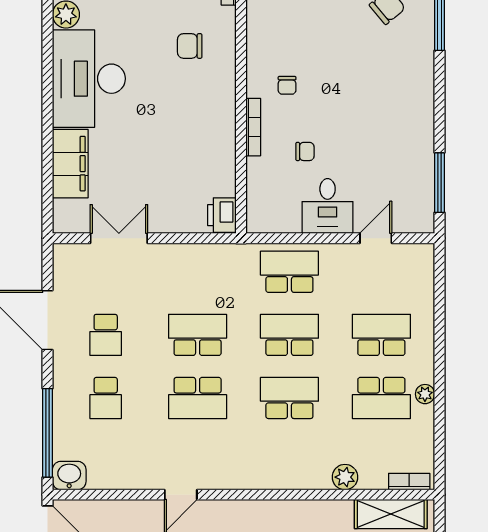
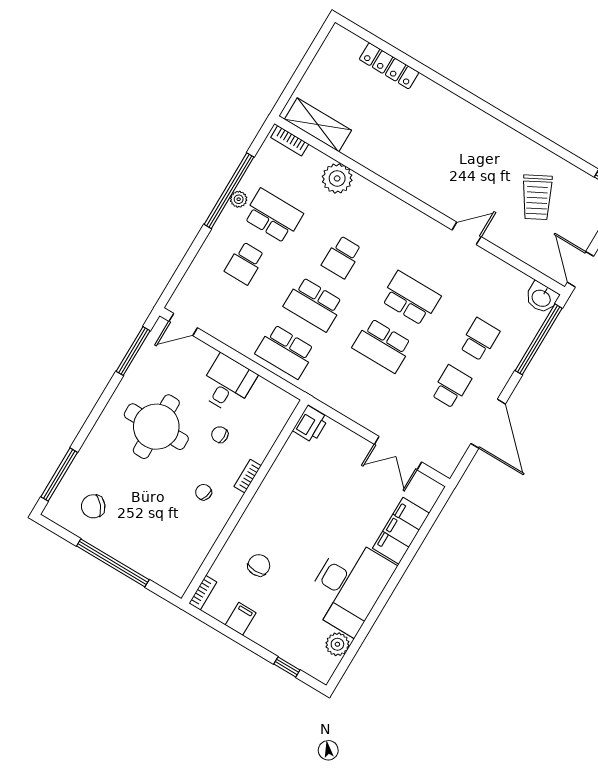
chair: (190, 46) -> (259, 565), turned -90
chair: (287, 85) -> (204, 492), turned -73
round table: (372, 122) -> (156, 427), added
bookcase: (253, 127) -> (248, 476), width x0.64
door: (376, 238) -> (183, 325), moved
school desk: (381, 335) -> (245, 263), width x0.54
window: (439, 397) -> (229, 191), added
school desk: (289, 398) -> (342, 257), width x0.54
plant: (345, 477) -> (337, 178), width x1.36, depth x1.36

